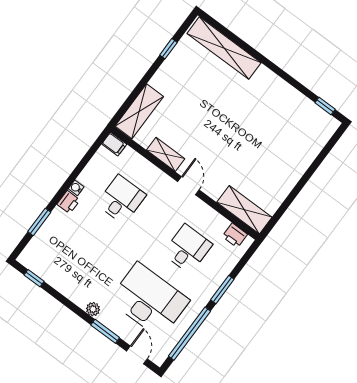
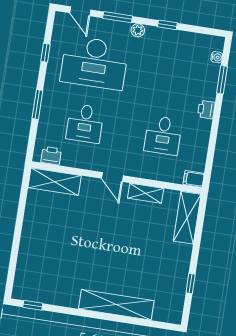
shelving: (224, 48) -> (116, 305), moved
water cooler: (76, 188) -> (217, 57), moved
window: (34, 278) -> (167, 25), moved
window: (189, 334) -> (45, 53), width x0.32

